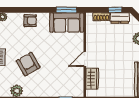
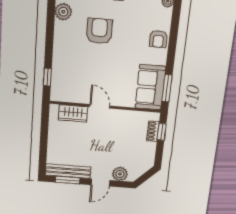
window: (115, 10) -> (162, 132), moved
dresser: (120, 18) -> (149, 154), removed
armchair: (28, 64) -> (99, 31), turned -60

